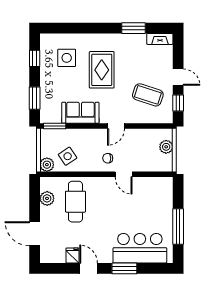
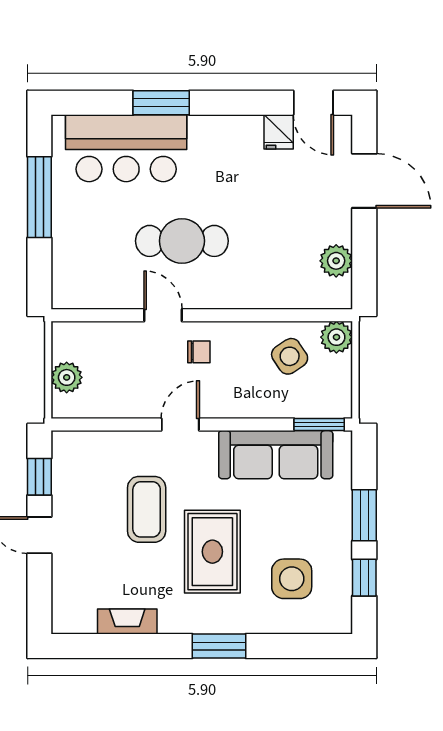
window: (134, 28) -> (219, 646), moved
fireplace: (160, 39) -> (127, 622), moved
coffee table: (148, 95) -> (147, 509), moved, turned 72
window: (35, 98) -> (364, 515), moved
sofa: (80, 113) -> (276, 455), width x1.36
cafe table: (75, 202) -> (182, 241), moved, turned 90
door: (89, 268) -> (313, 103), moved

